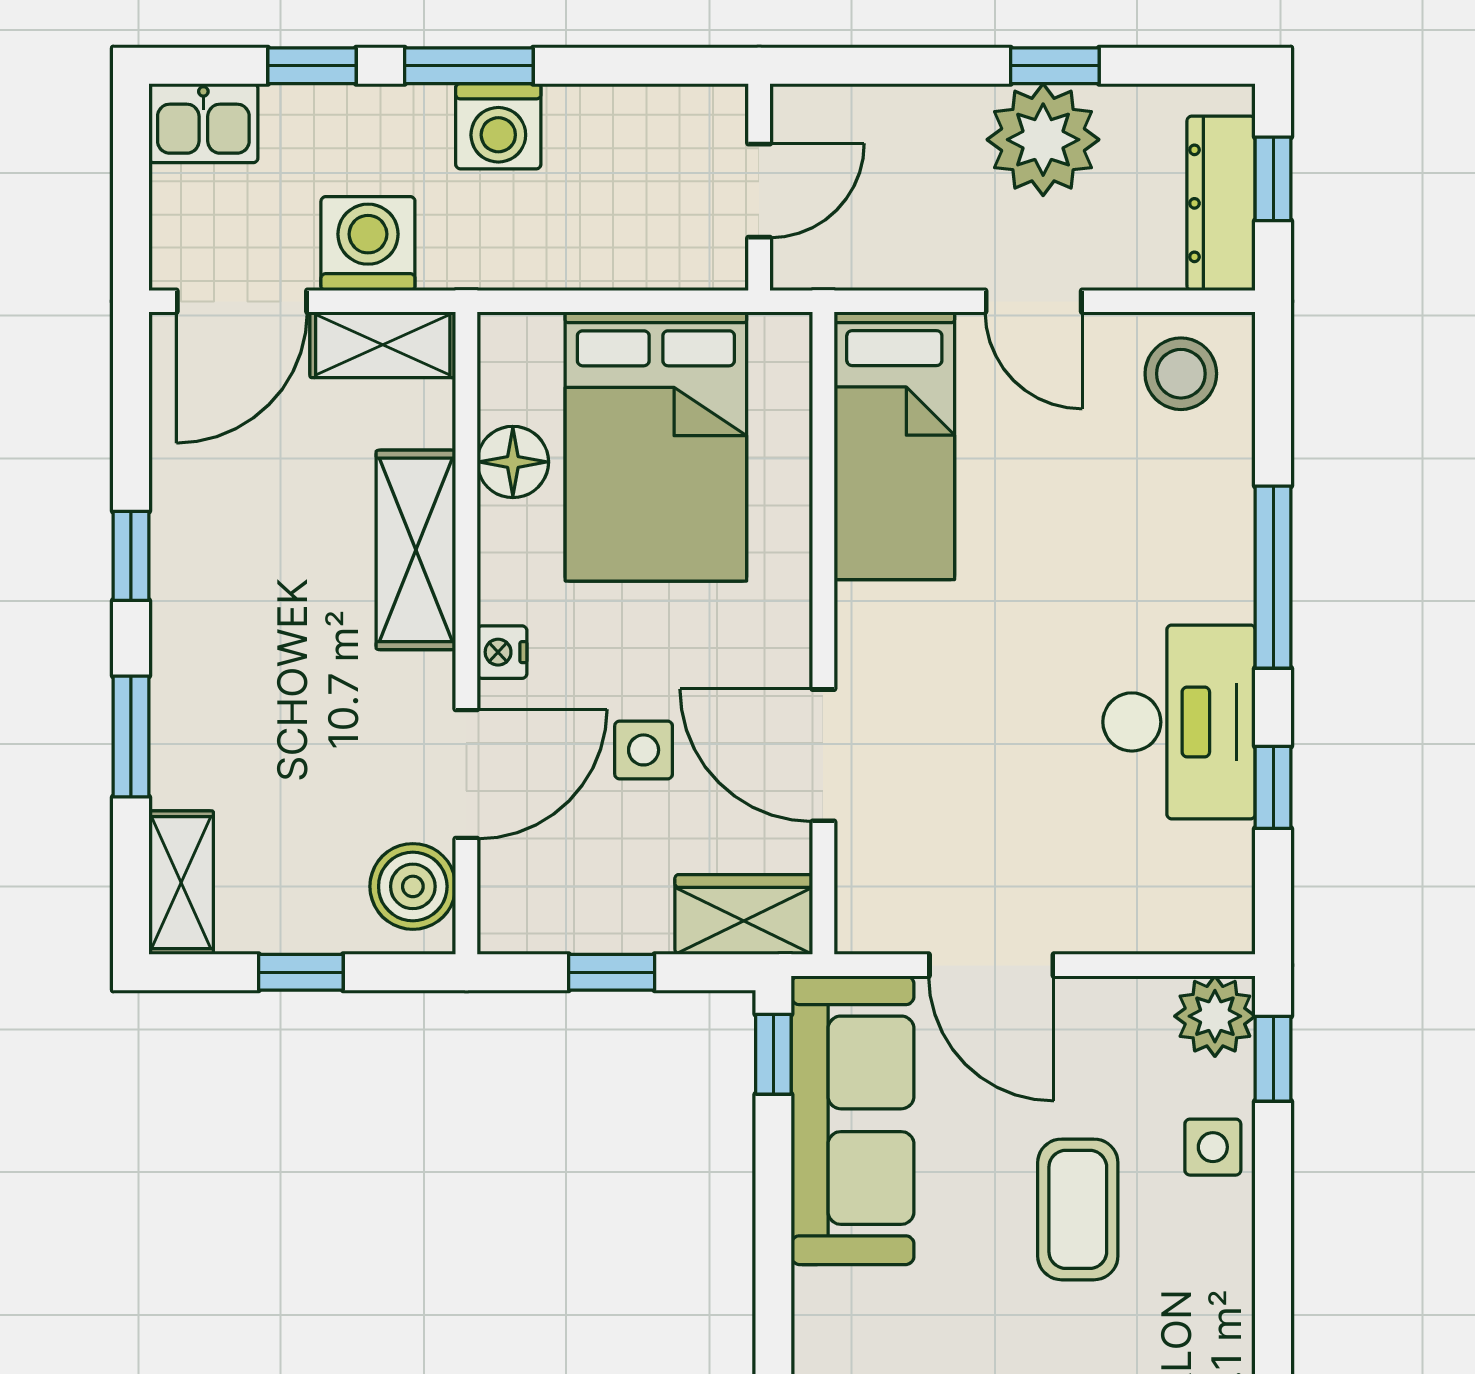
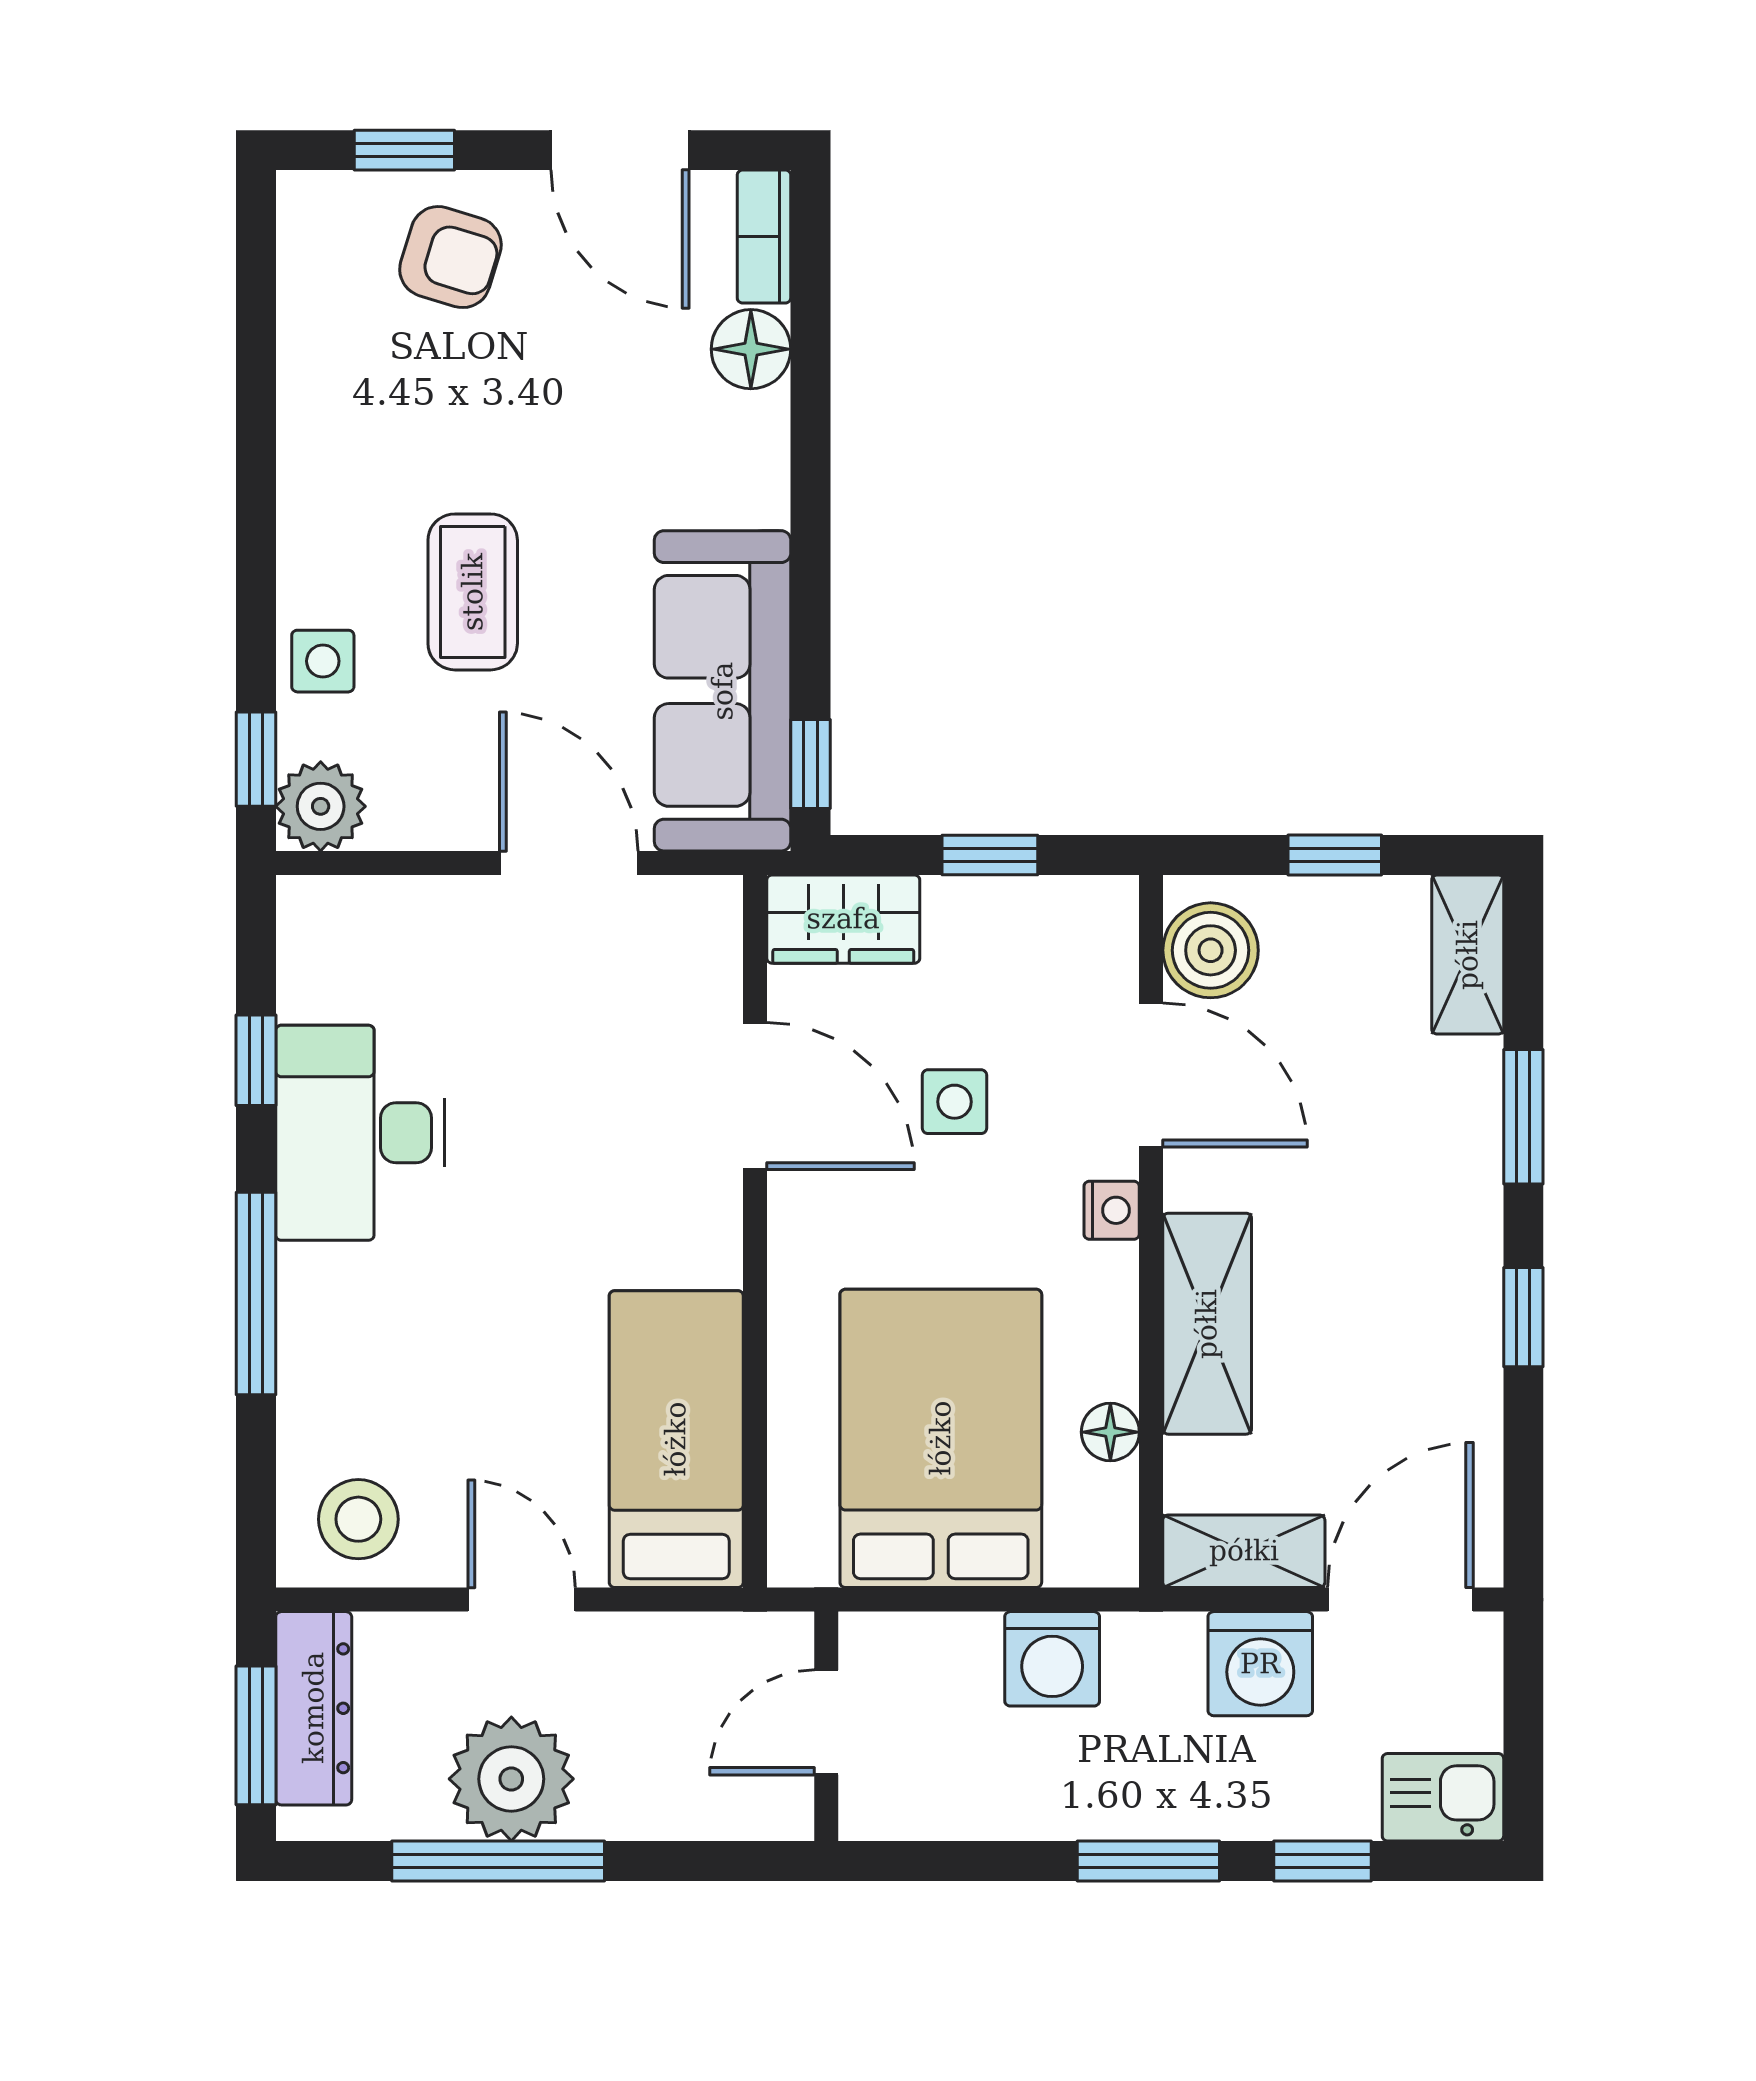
window: (1055, 66) -> (498, 1861), width x2.17
washing machine: (498, 126) -> (1052, 1659), moved, turned 180
window: (1273, 179) -> (256, 1735), width x1.50
floor lamp: (513, 462) -> (1110, 1432), width x0.73, depth x0.73
door: (466, 774) -> (1151, 1075), swing flipped

